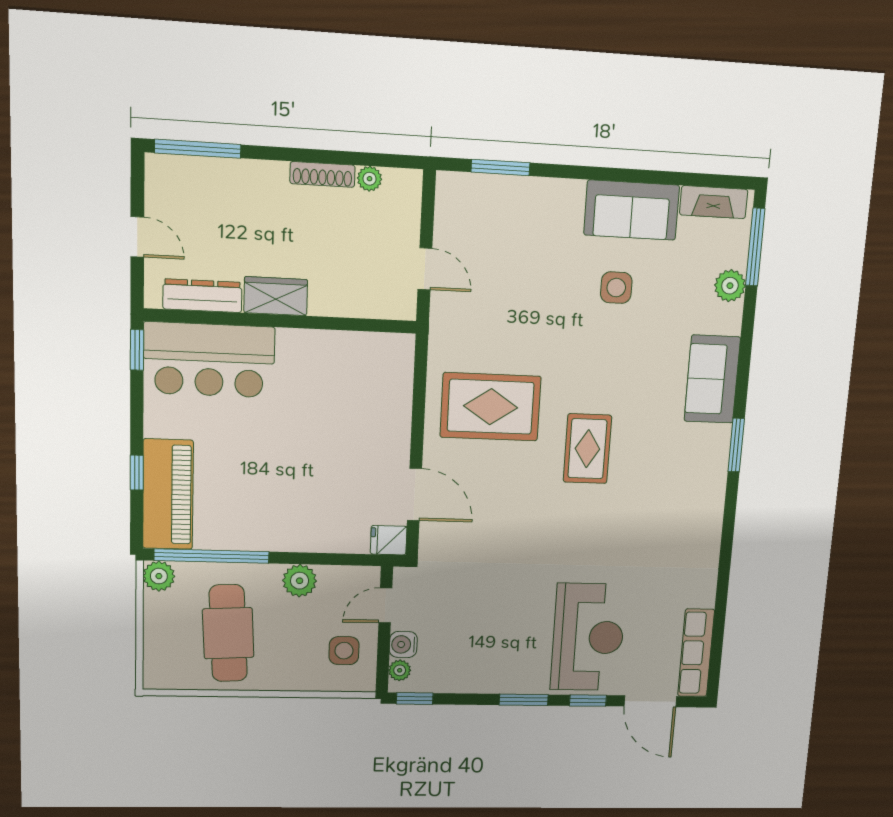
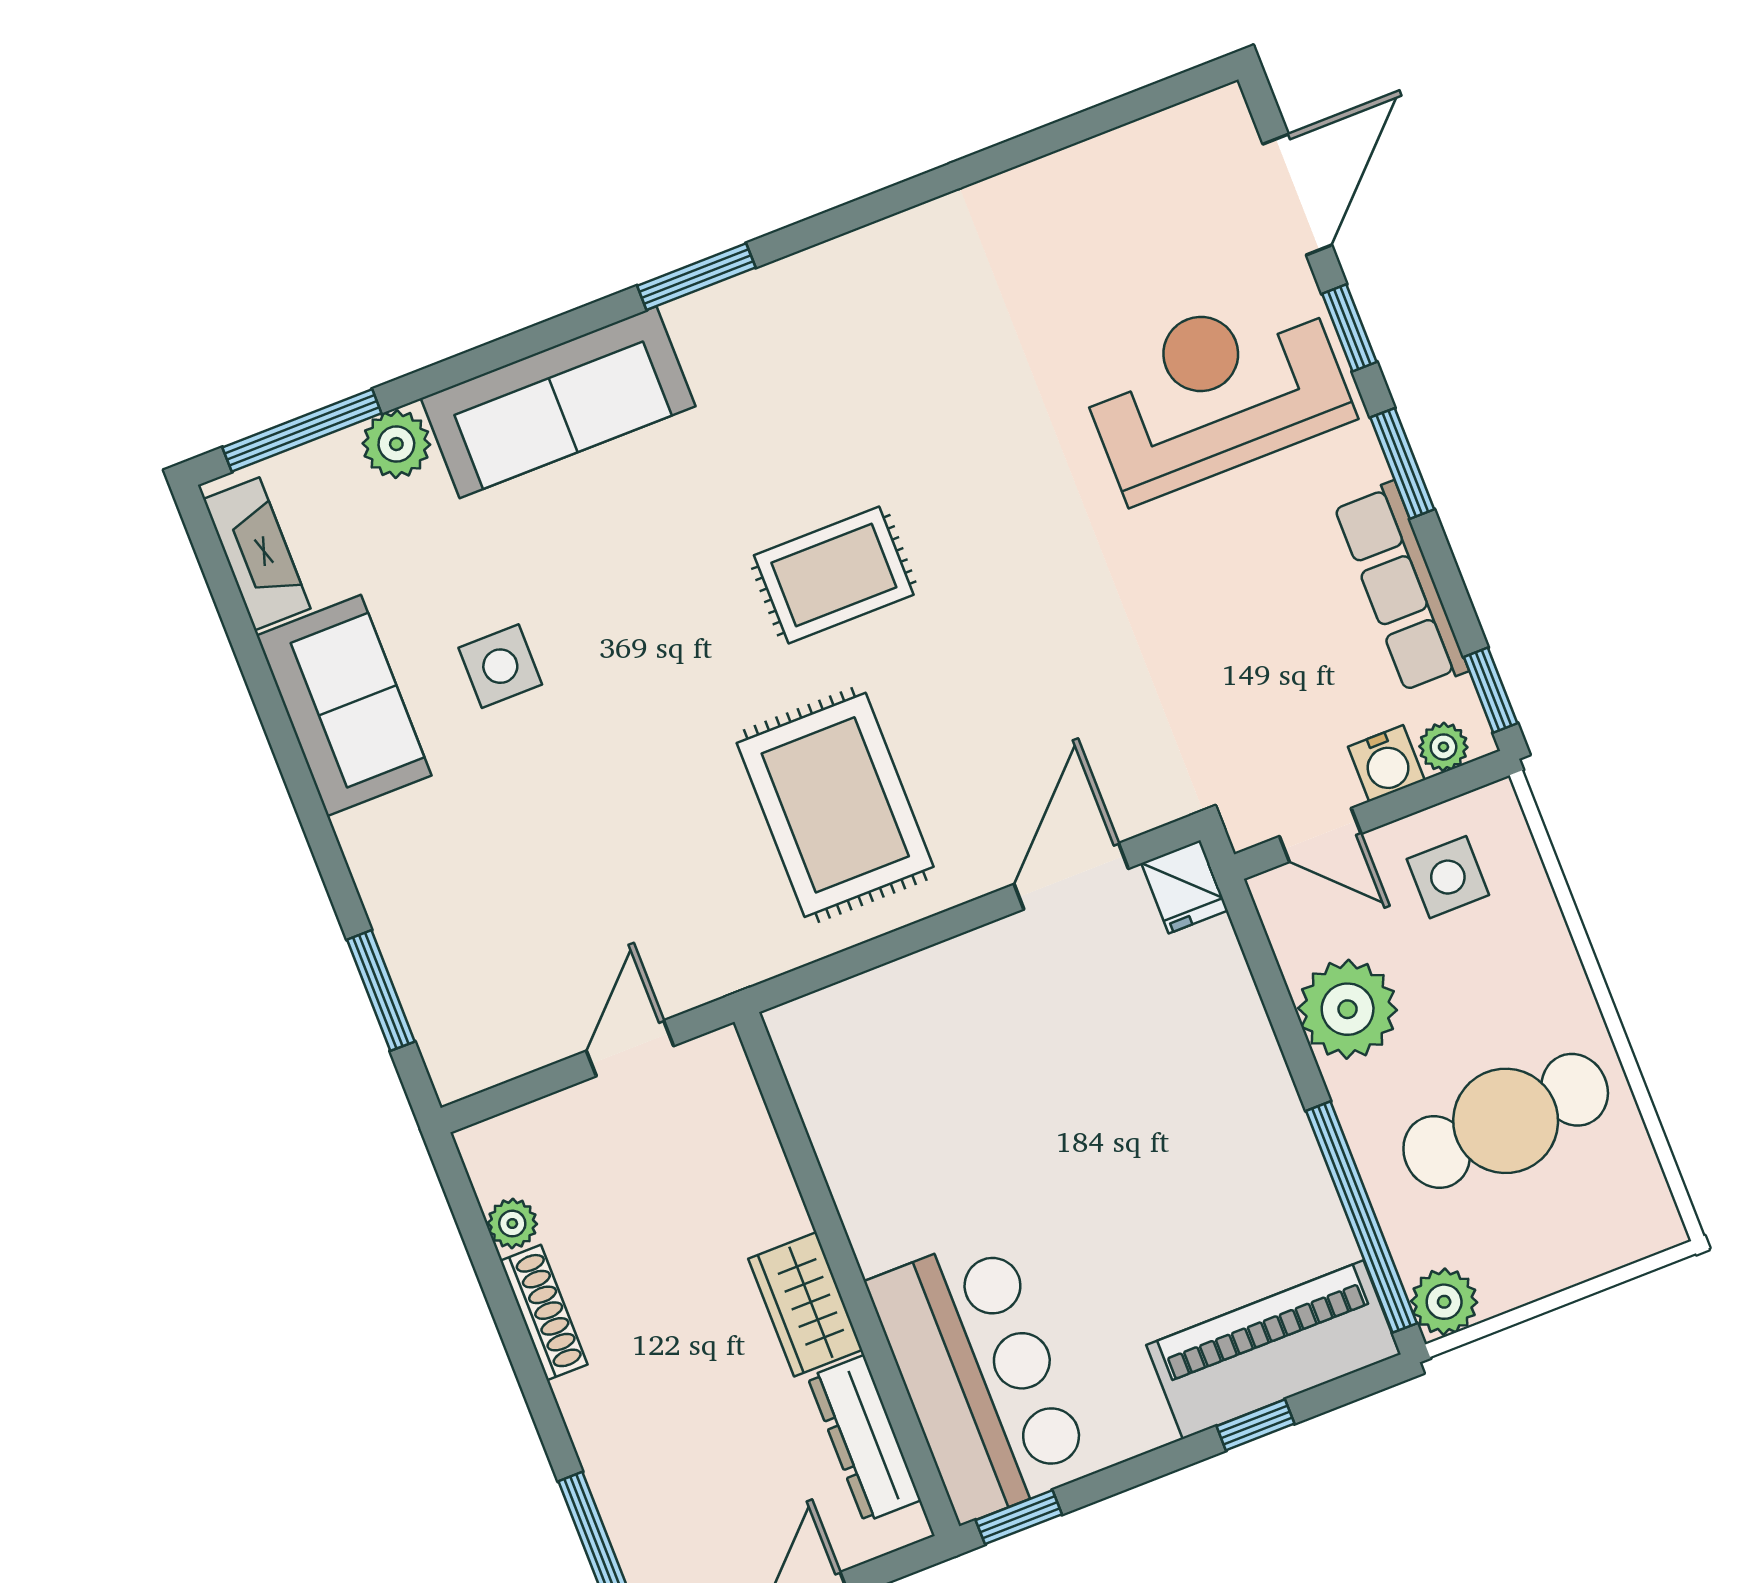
sofa: (712, 379) -> (558, 402), width x1.36
plant: (300, 581) -> (1348, 1009), width x1.36, depth x1.36
row of seats: (696, 653) -> (1401, 588), moved, turned 90

